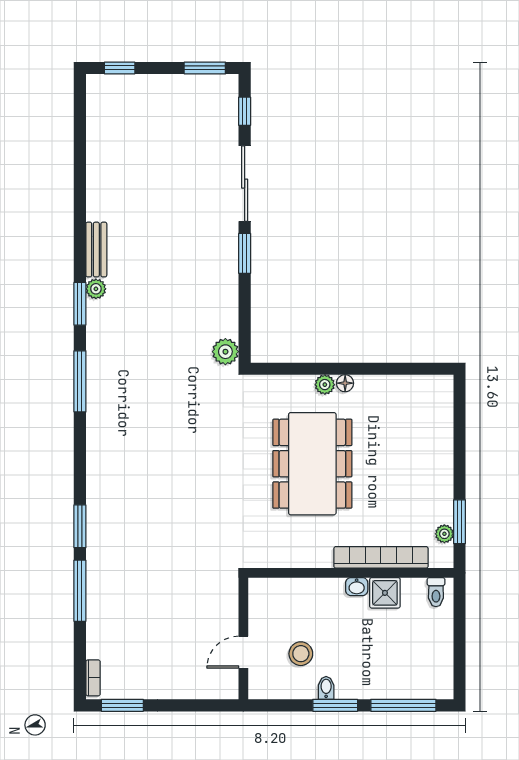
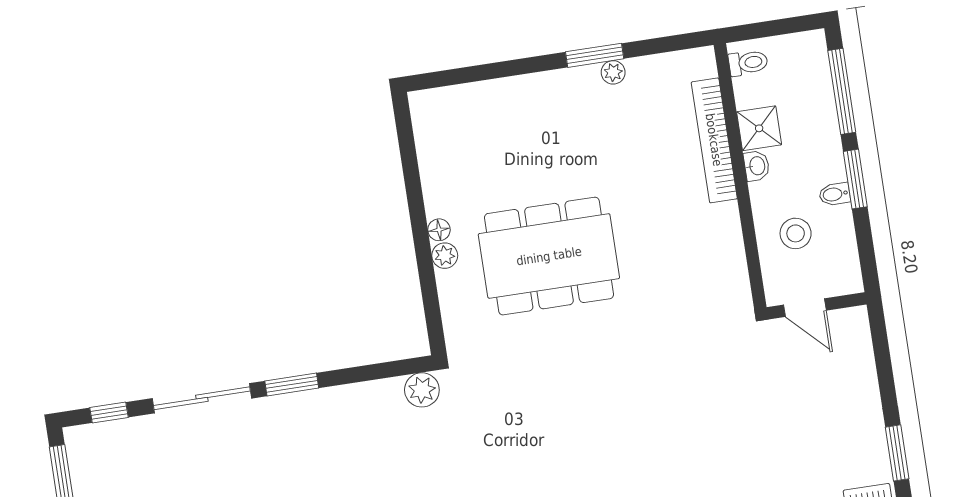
bookcase: (381, 557) -> (714, 140), moved
wall: (351, 573) -> (740, 176), moved
washbasin: (357, 587) -> (757, 166), moved
toilet: (436, 592) -> (748, 63), moved
shower: (385, 593) -> (759, 128), moved

